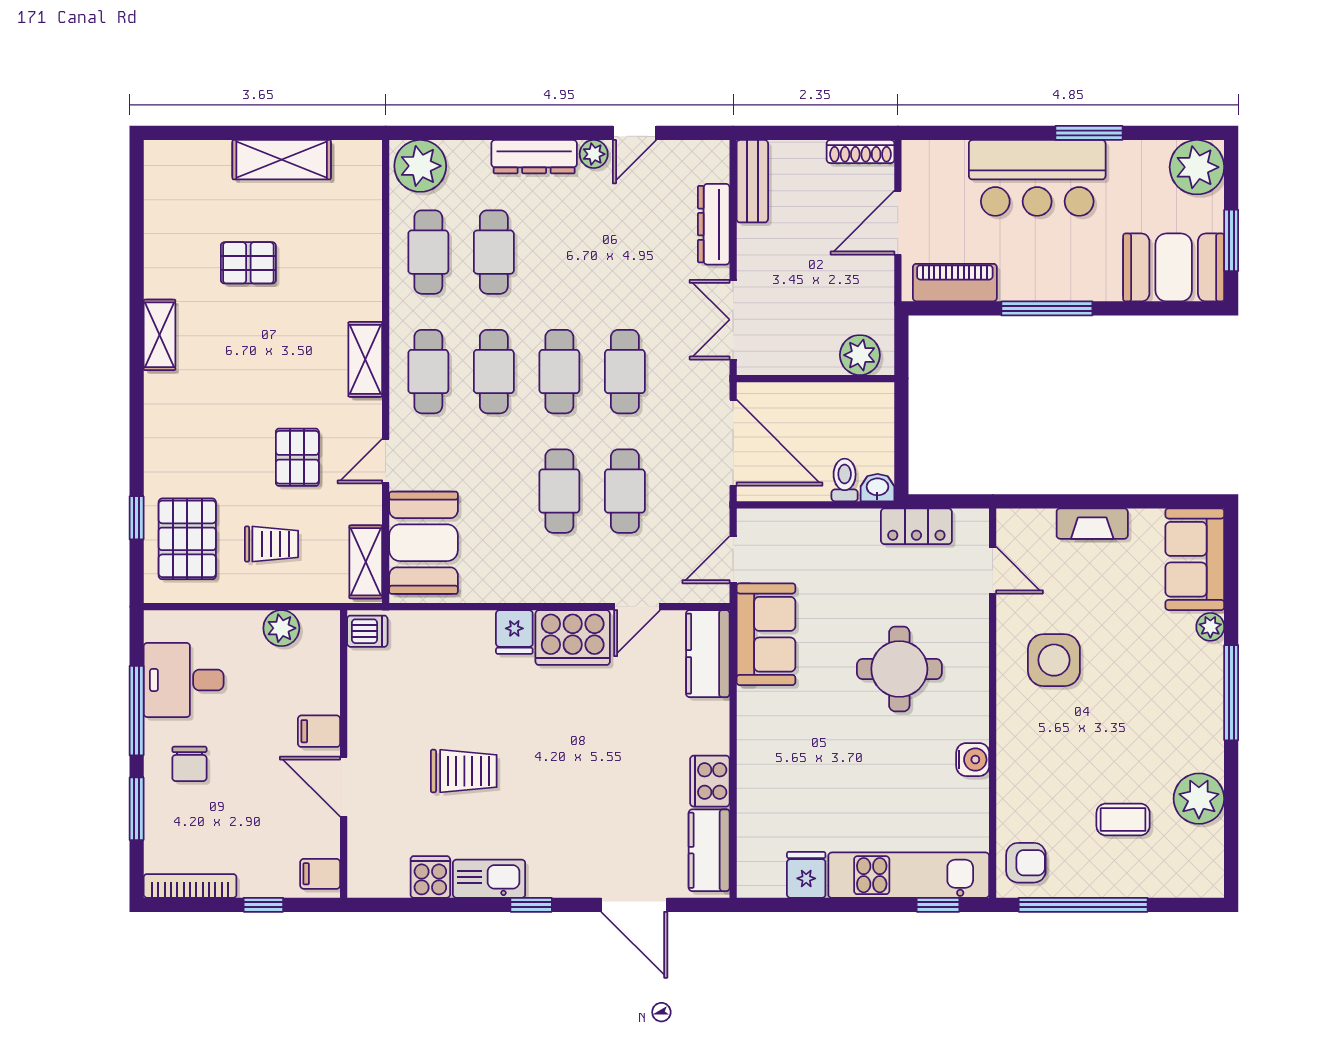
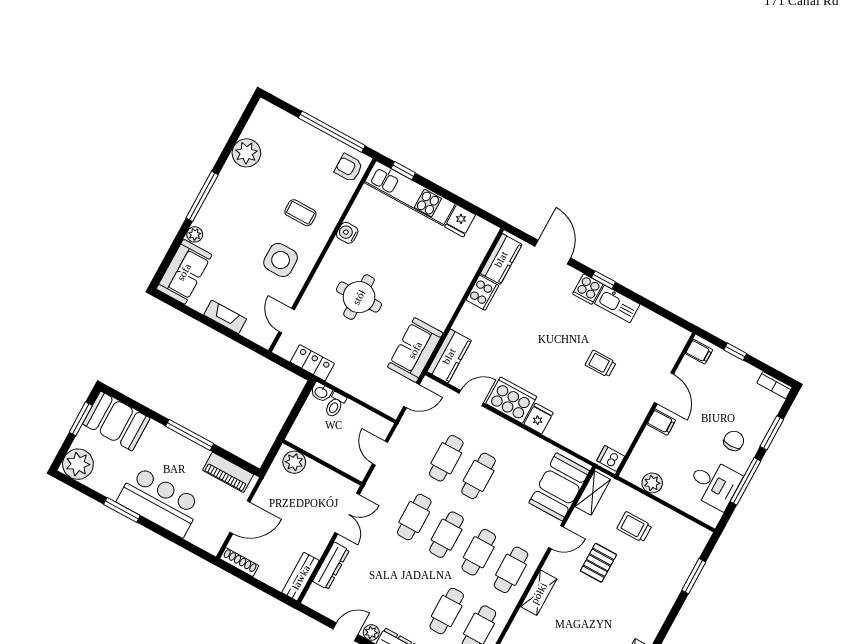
door: (733, 443) -> (380, 453), width x0.53
window: (137, 518) -> (694, 576), width x1.50
pallet: (187, 539) -> (674, 552), removed
trolley: (464, 771) -> (601, 364), width x0.73, depth x0.72
coffee table: (1123, 819) -> (300, 213), moved
cooker: (430, 877) -> (588, 289), moved
bookcase: (190, 886) -> (774, 385), width x0.64

